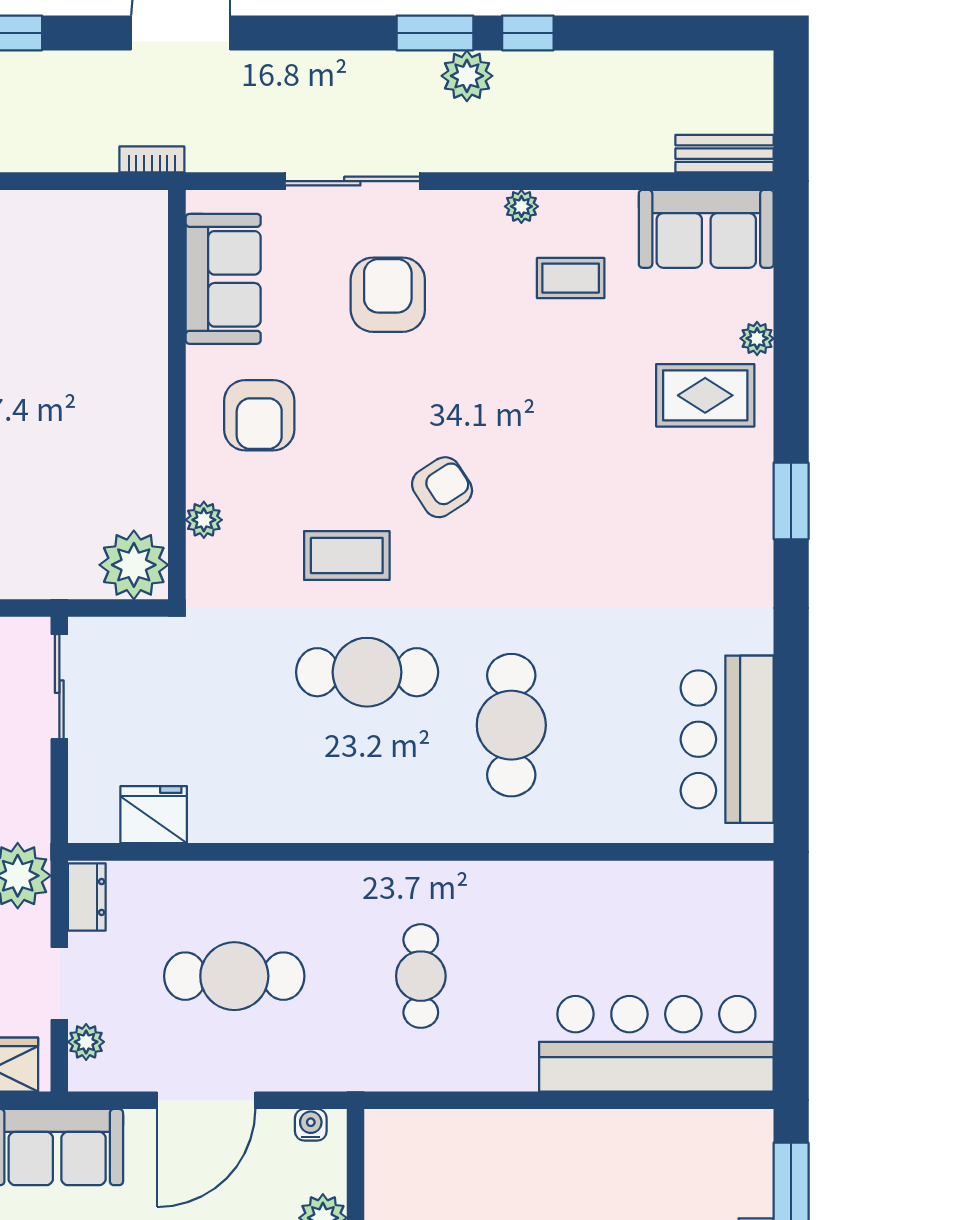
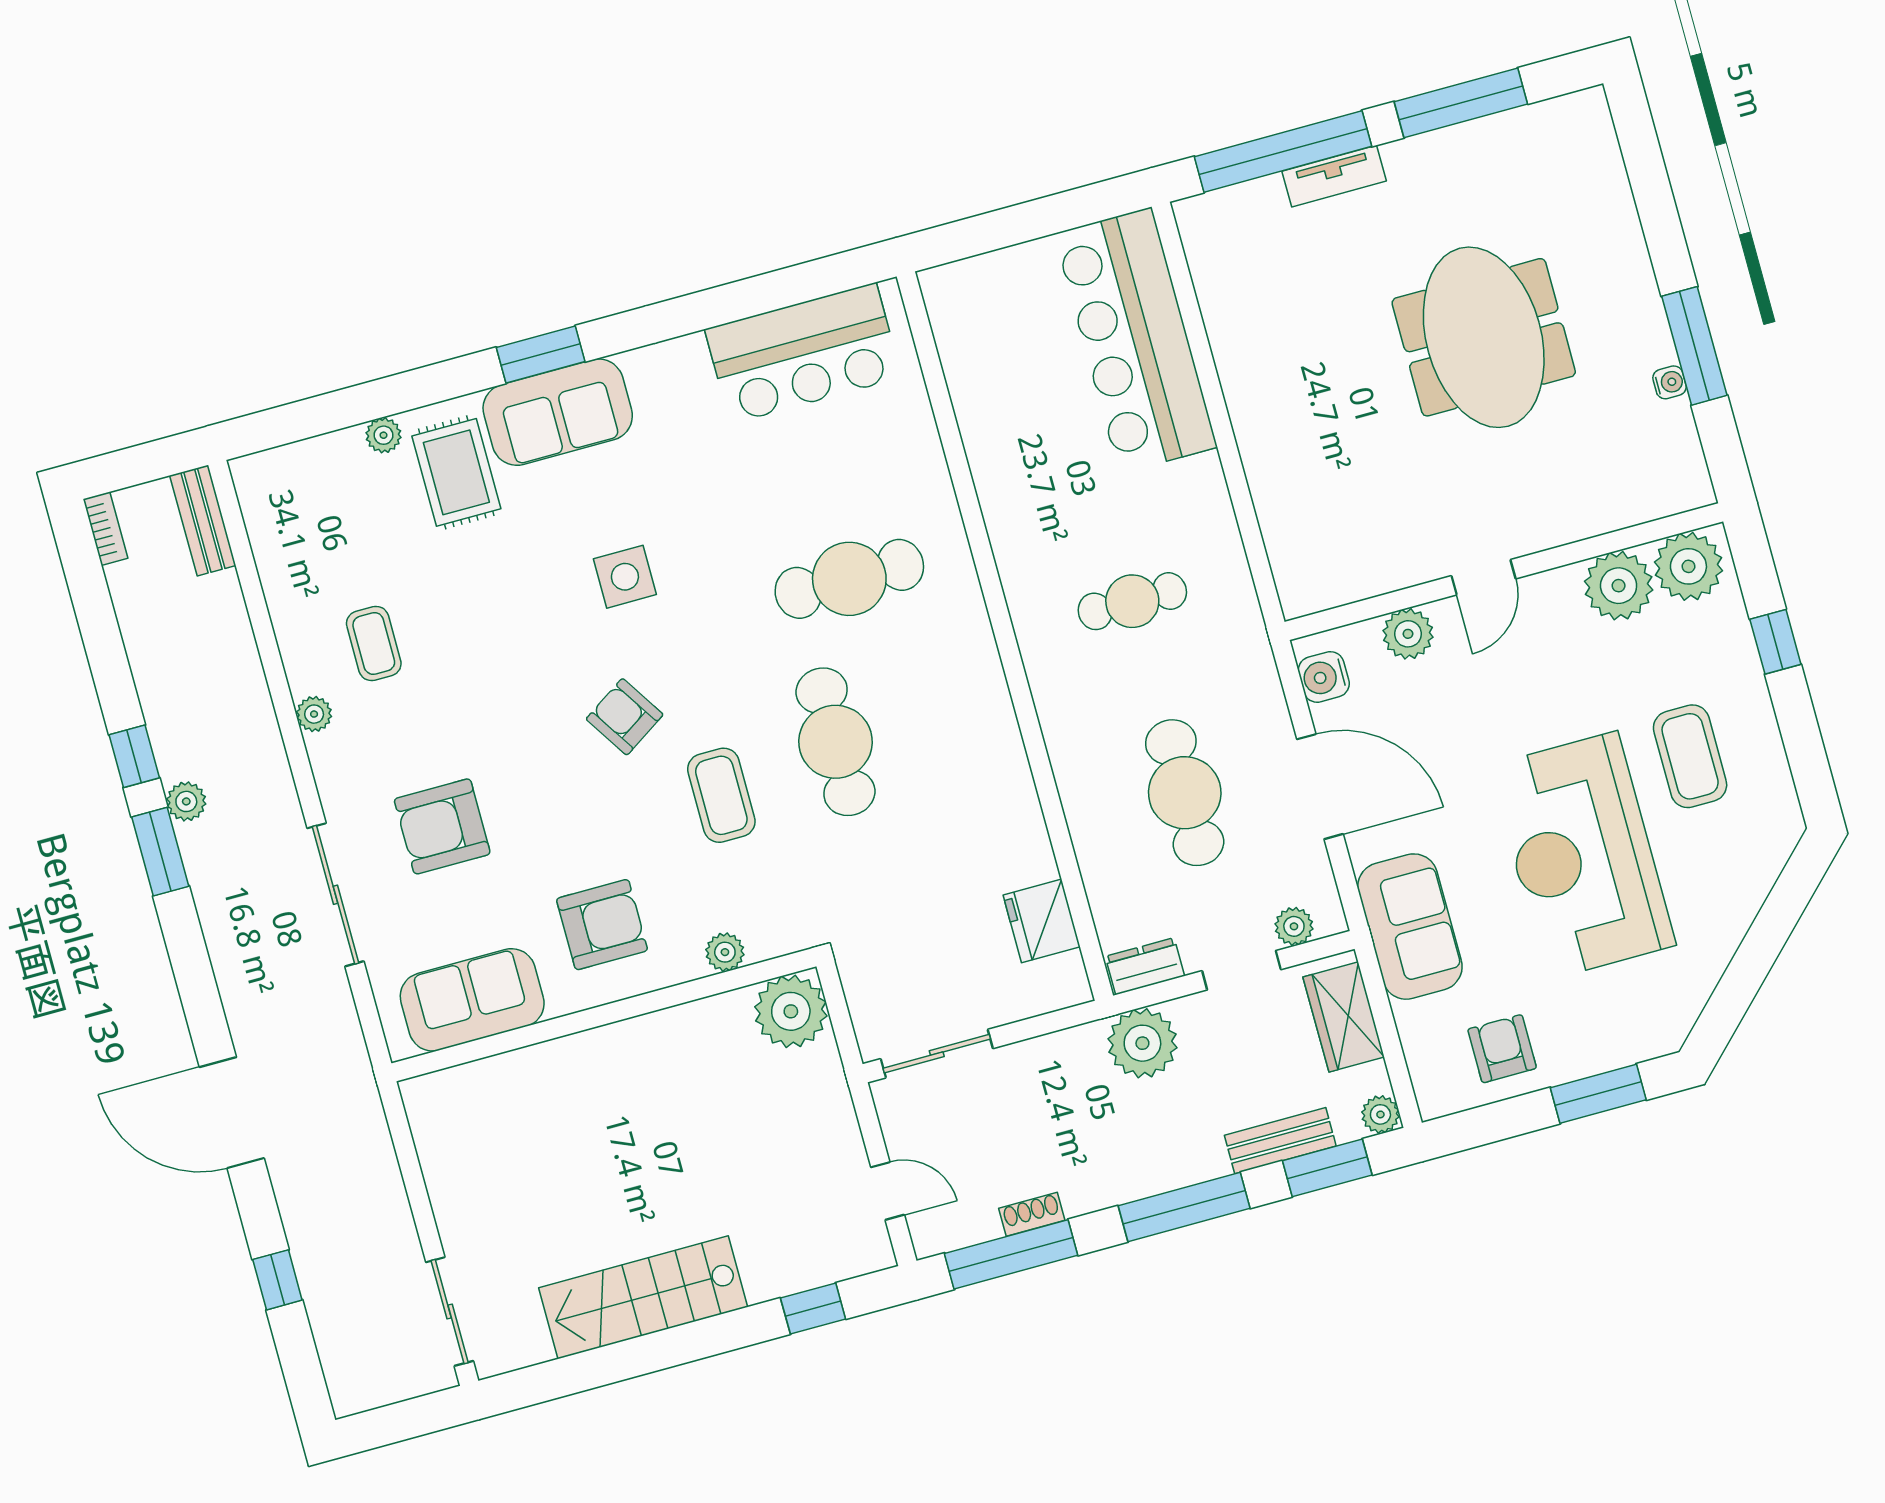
plant: (467, 76) -> (186, 801), width x0.73, depth x0.73
bookcase: (152, 159) -> (105, 529), moved, turned 180
sofa: (706, 229) -> (558, 412), moved, turned 90
side table: (569, 522) -> (625, 577), added
water cooler: (311, 1125) -> (1324, 677), width x1.38, depth x1.38

